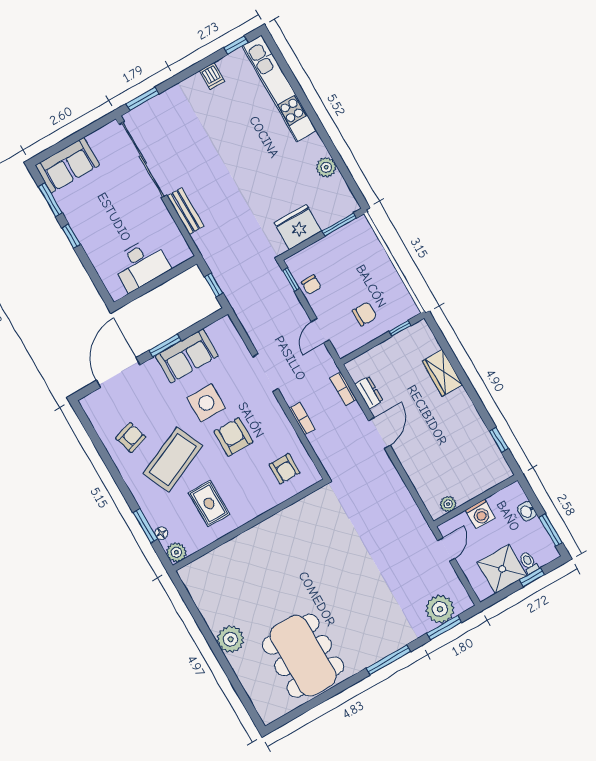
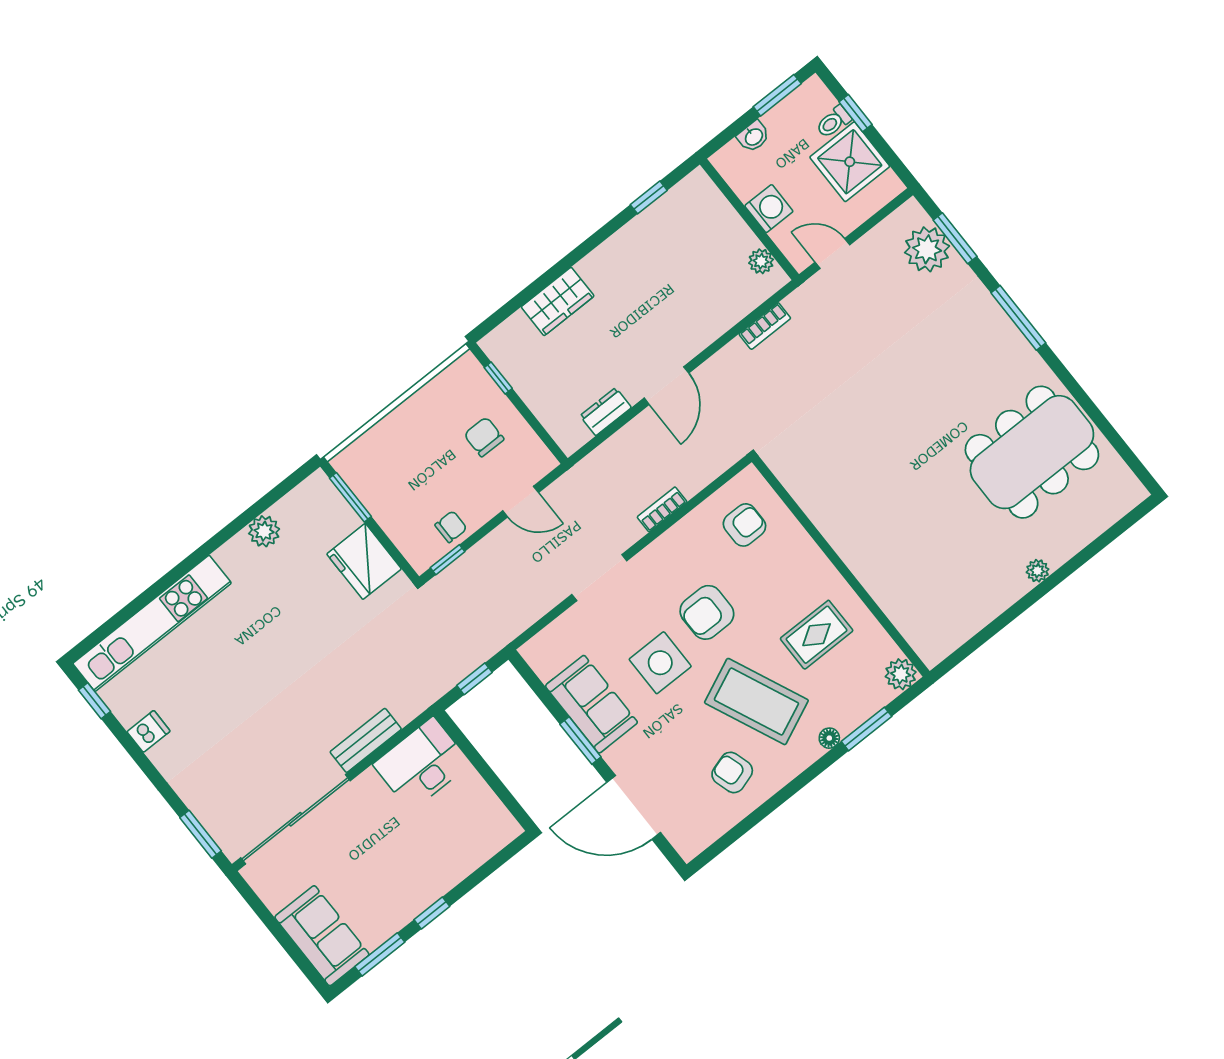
desk: (141, 264) -> (422, 764), moved, turned -90
bookcase: (343, 389) -> (765, 326), moved
door: (379, 433) -> (666, 386), swing flipped
floor lamp: (161, 533) -> (829, 738), moved
plant: (231, 639) -> (1038, 571), width x0.53, depth x0.53

